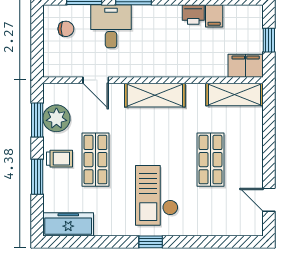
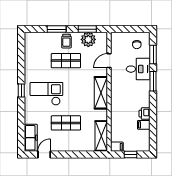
filing cabinet: (246, 66) -> (117, 147), width x0.50
freezer: (68, 224) -> (31, 138), moved

